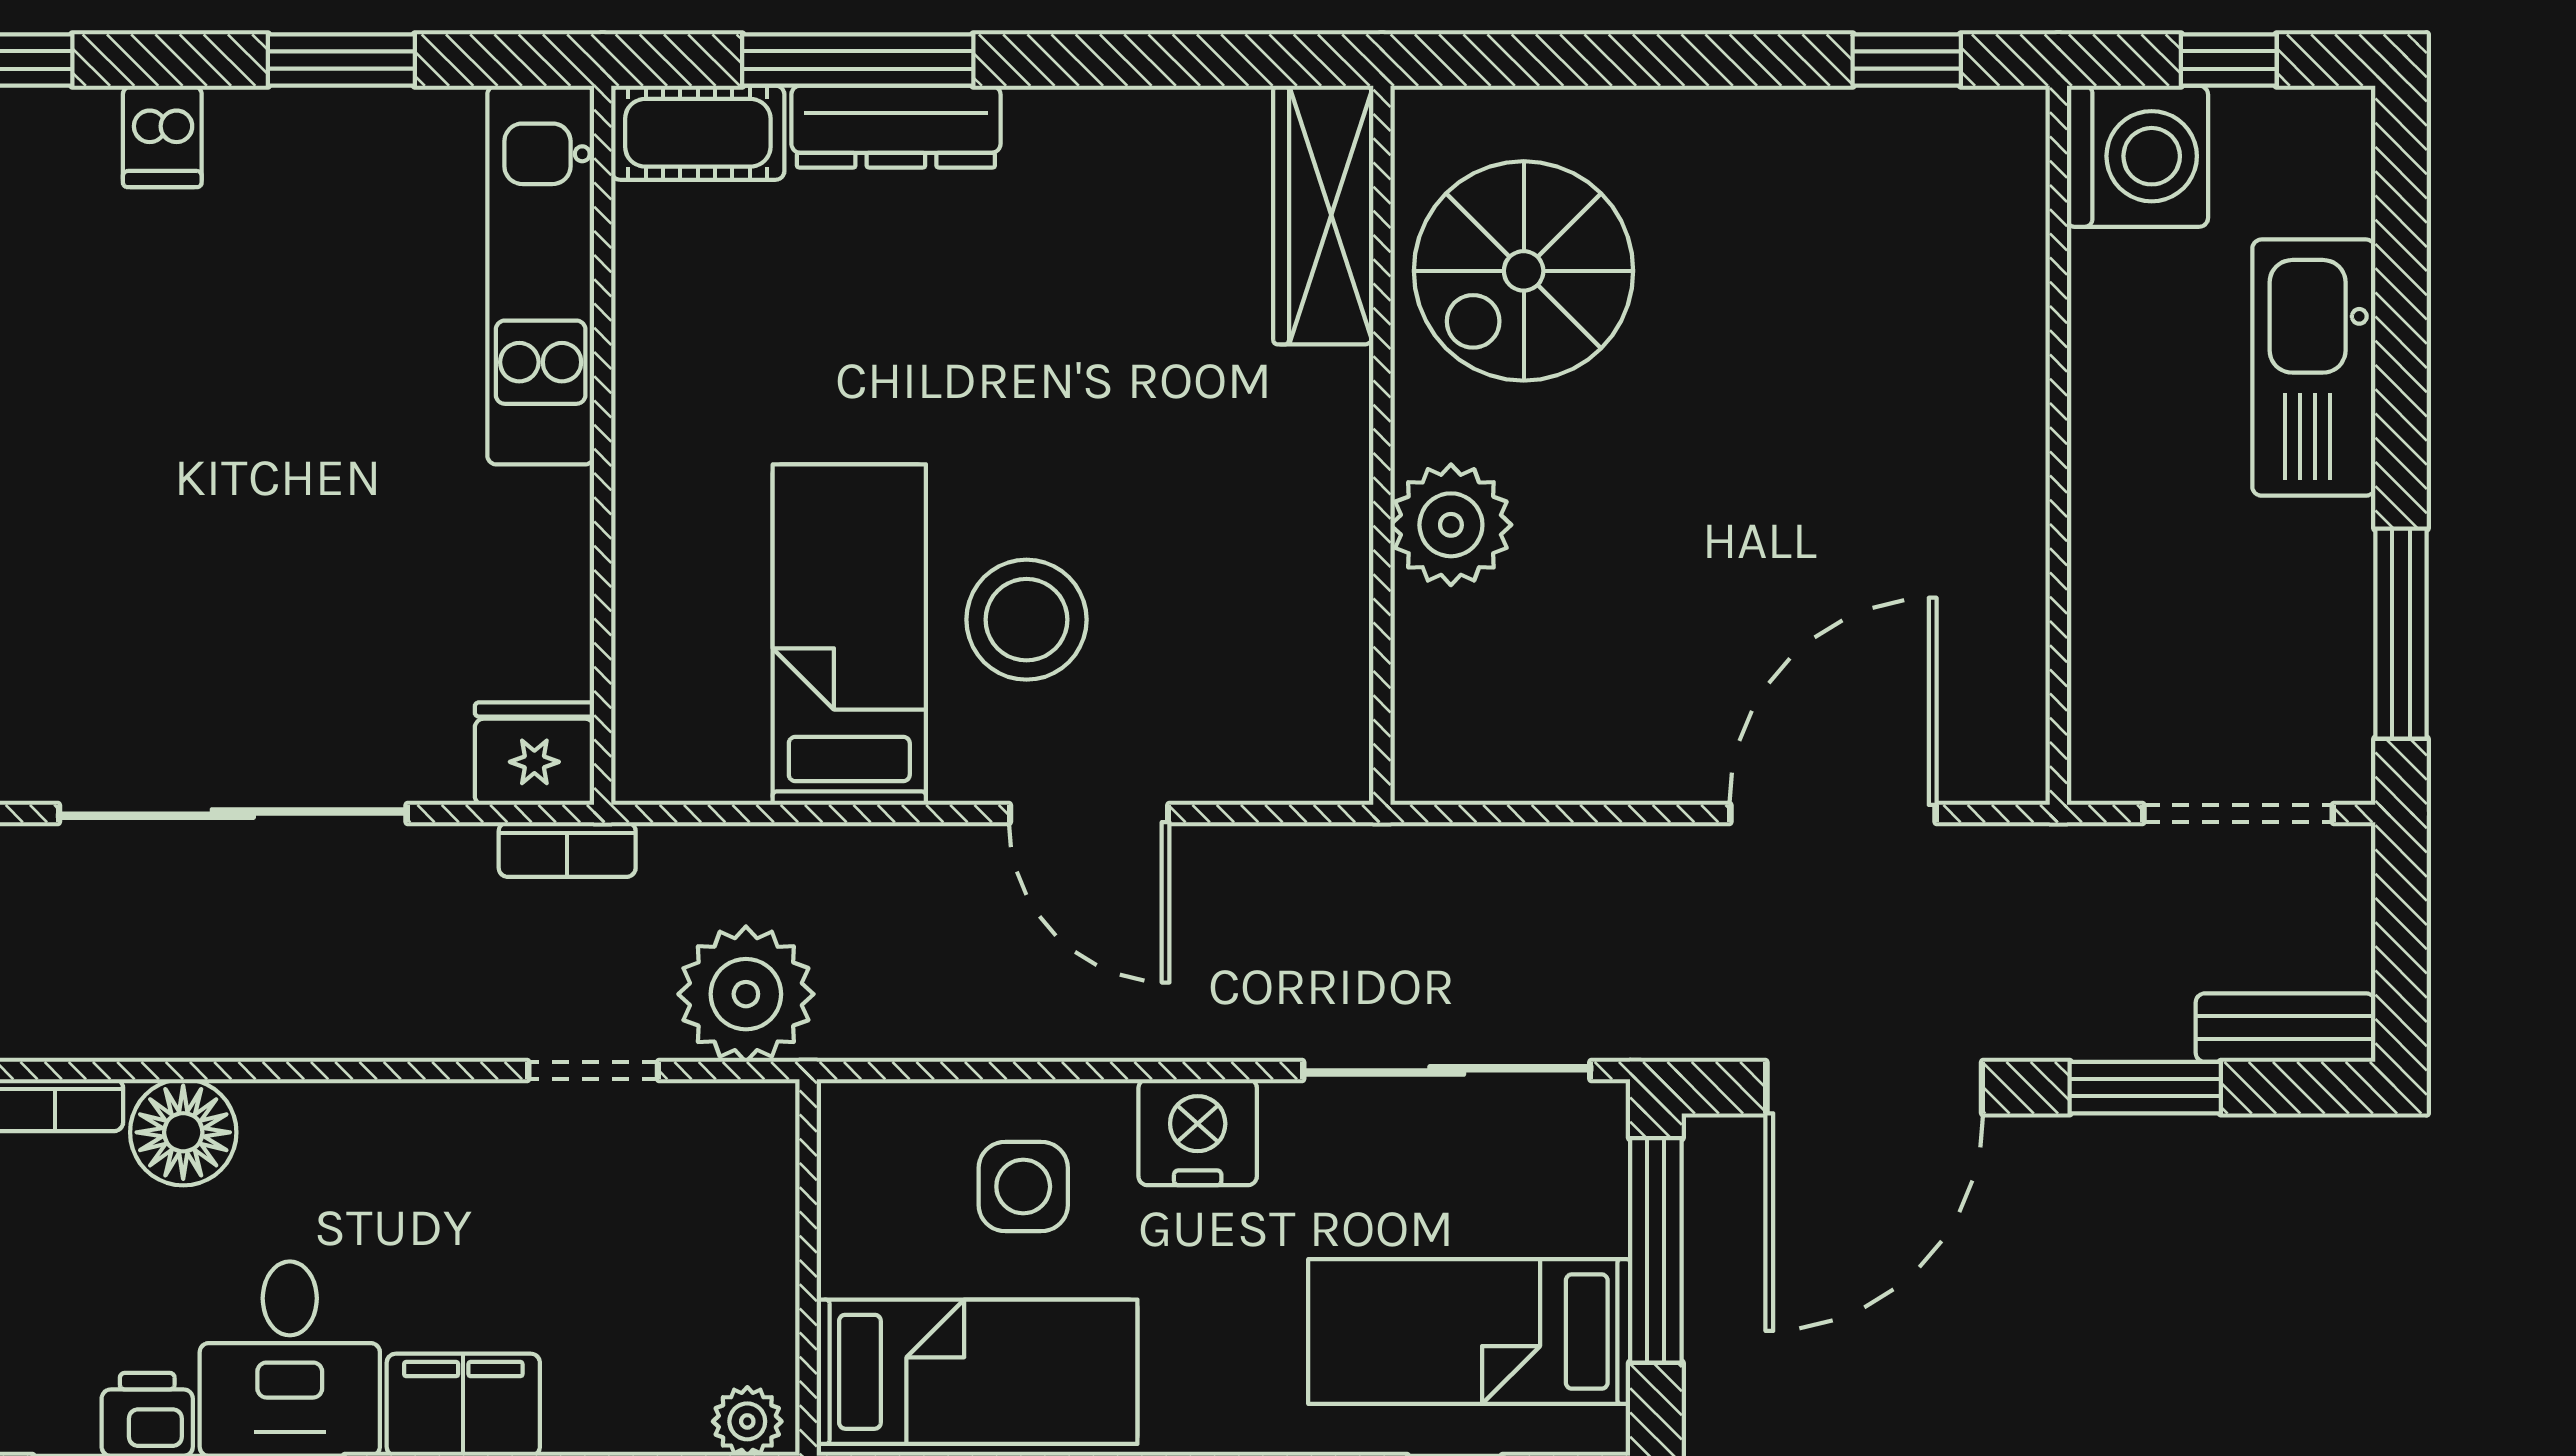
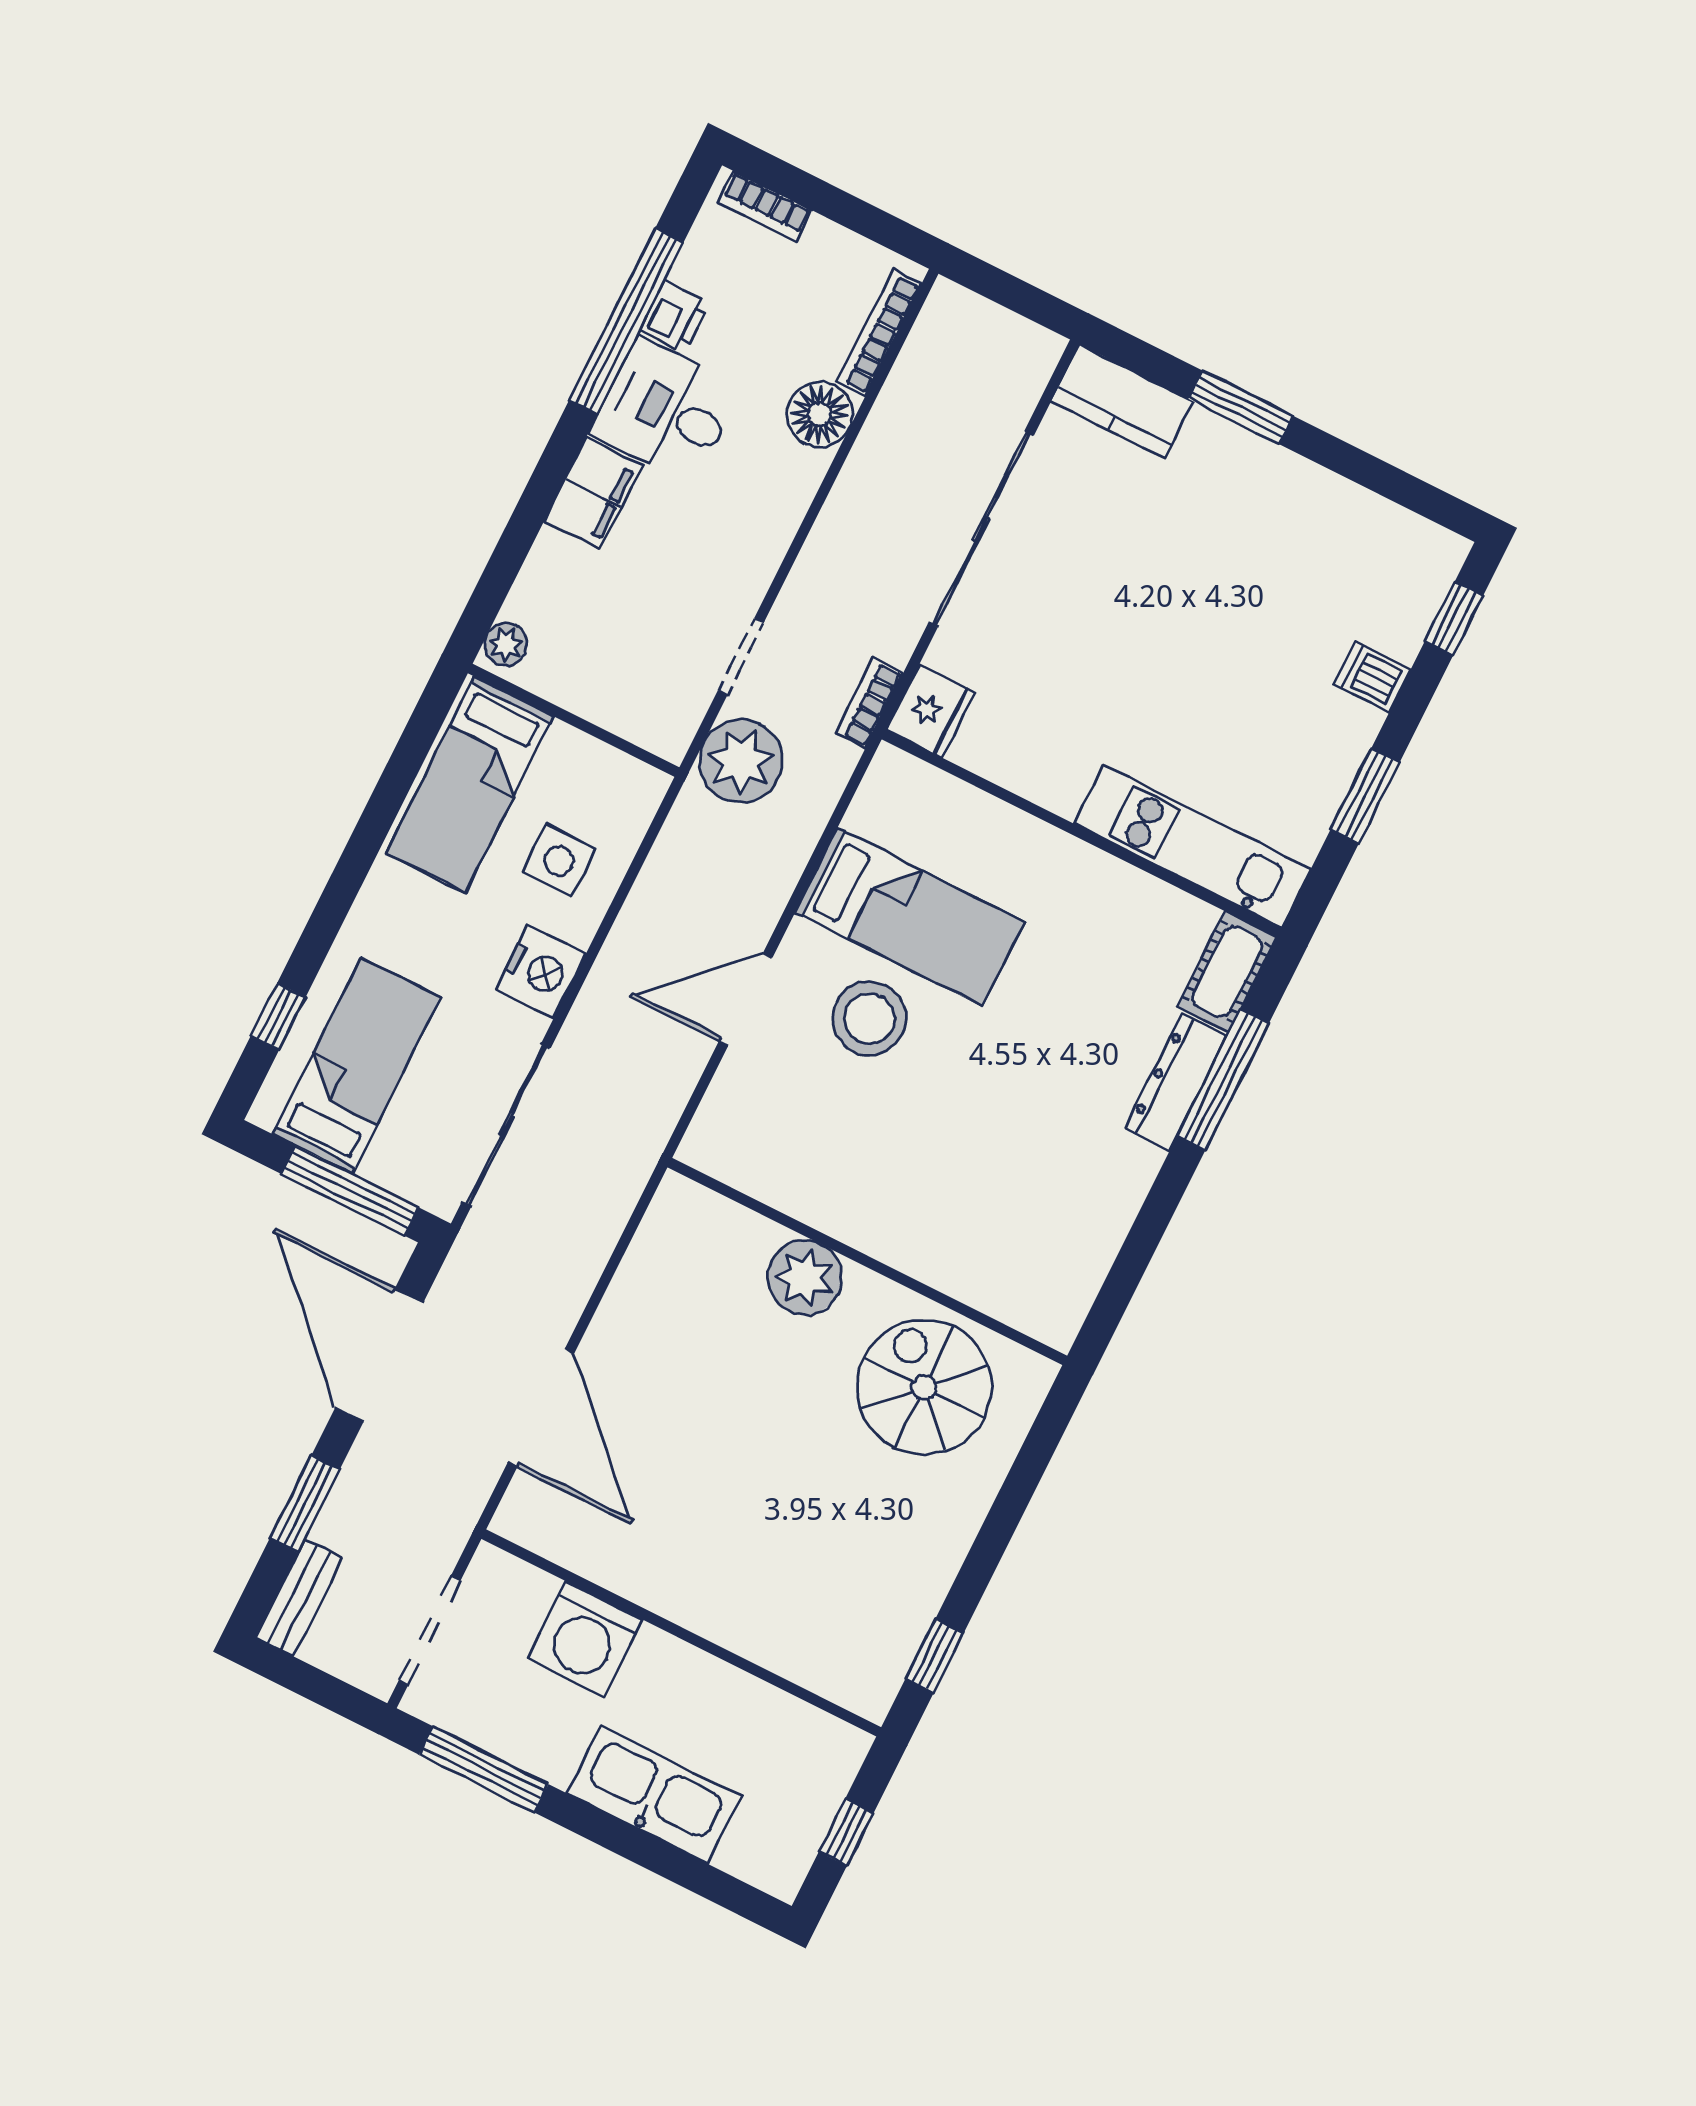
washing machine: (2138, 156) -> (585, 1639), moved
wardrobe: (1323, 215) -> (1010, 1293), removed

